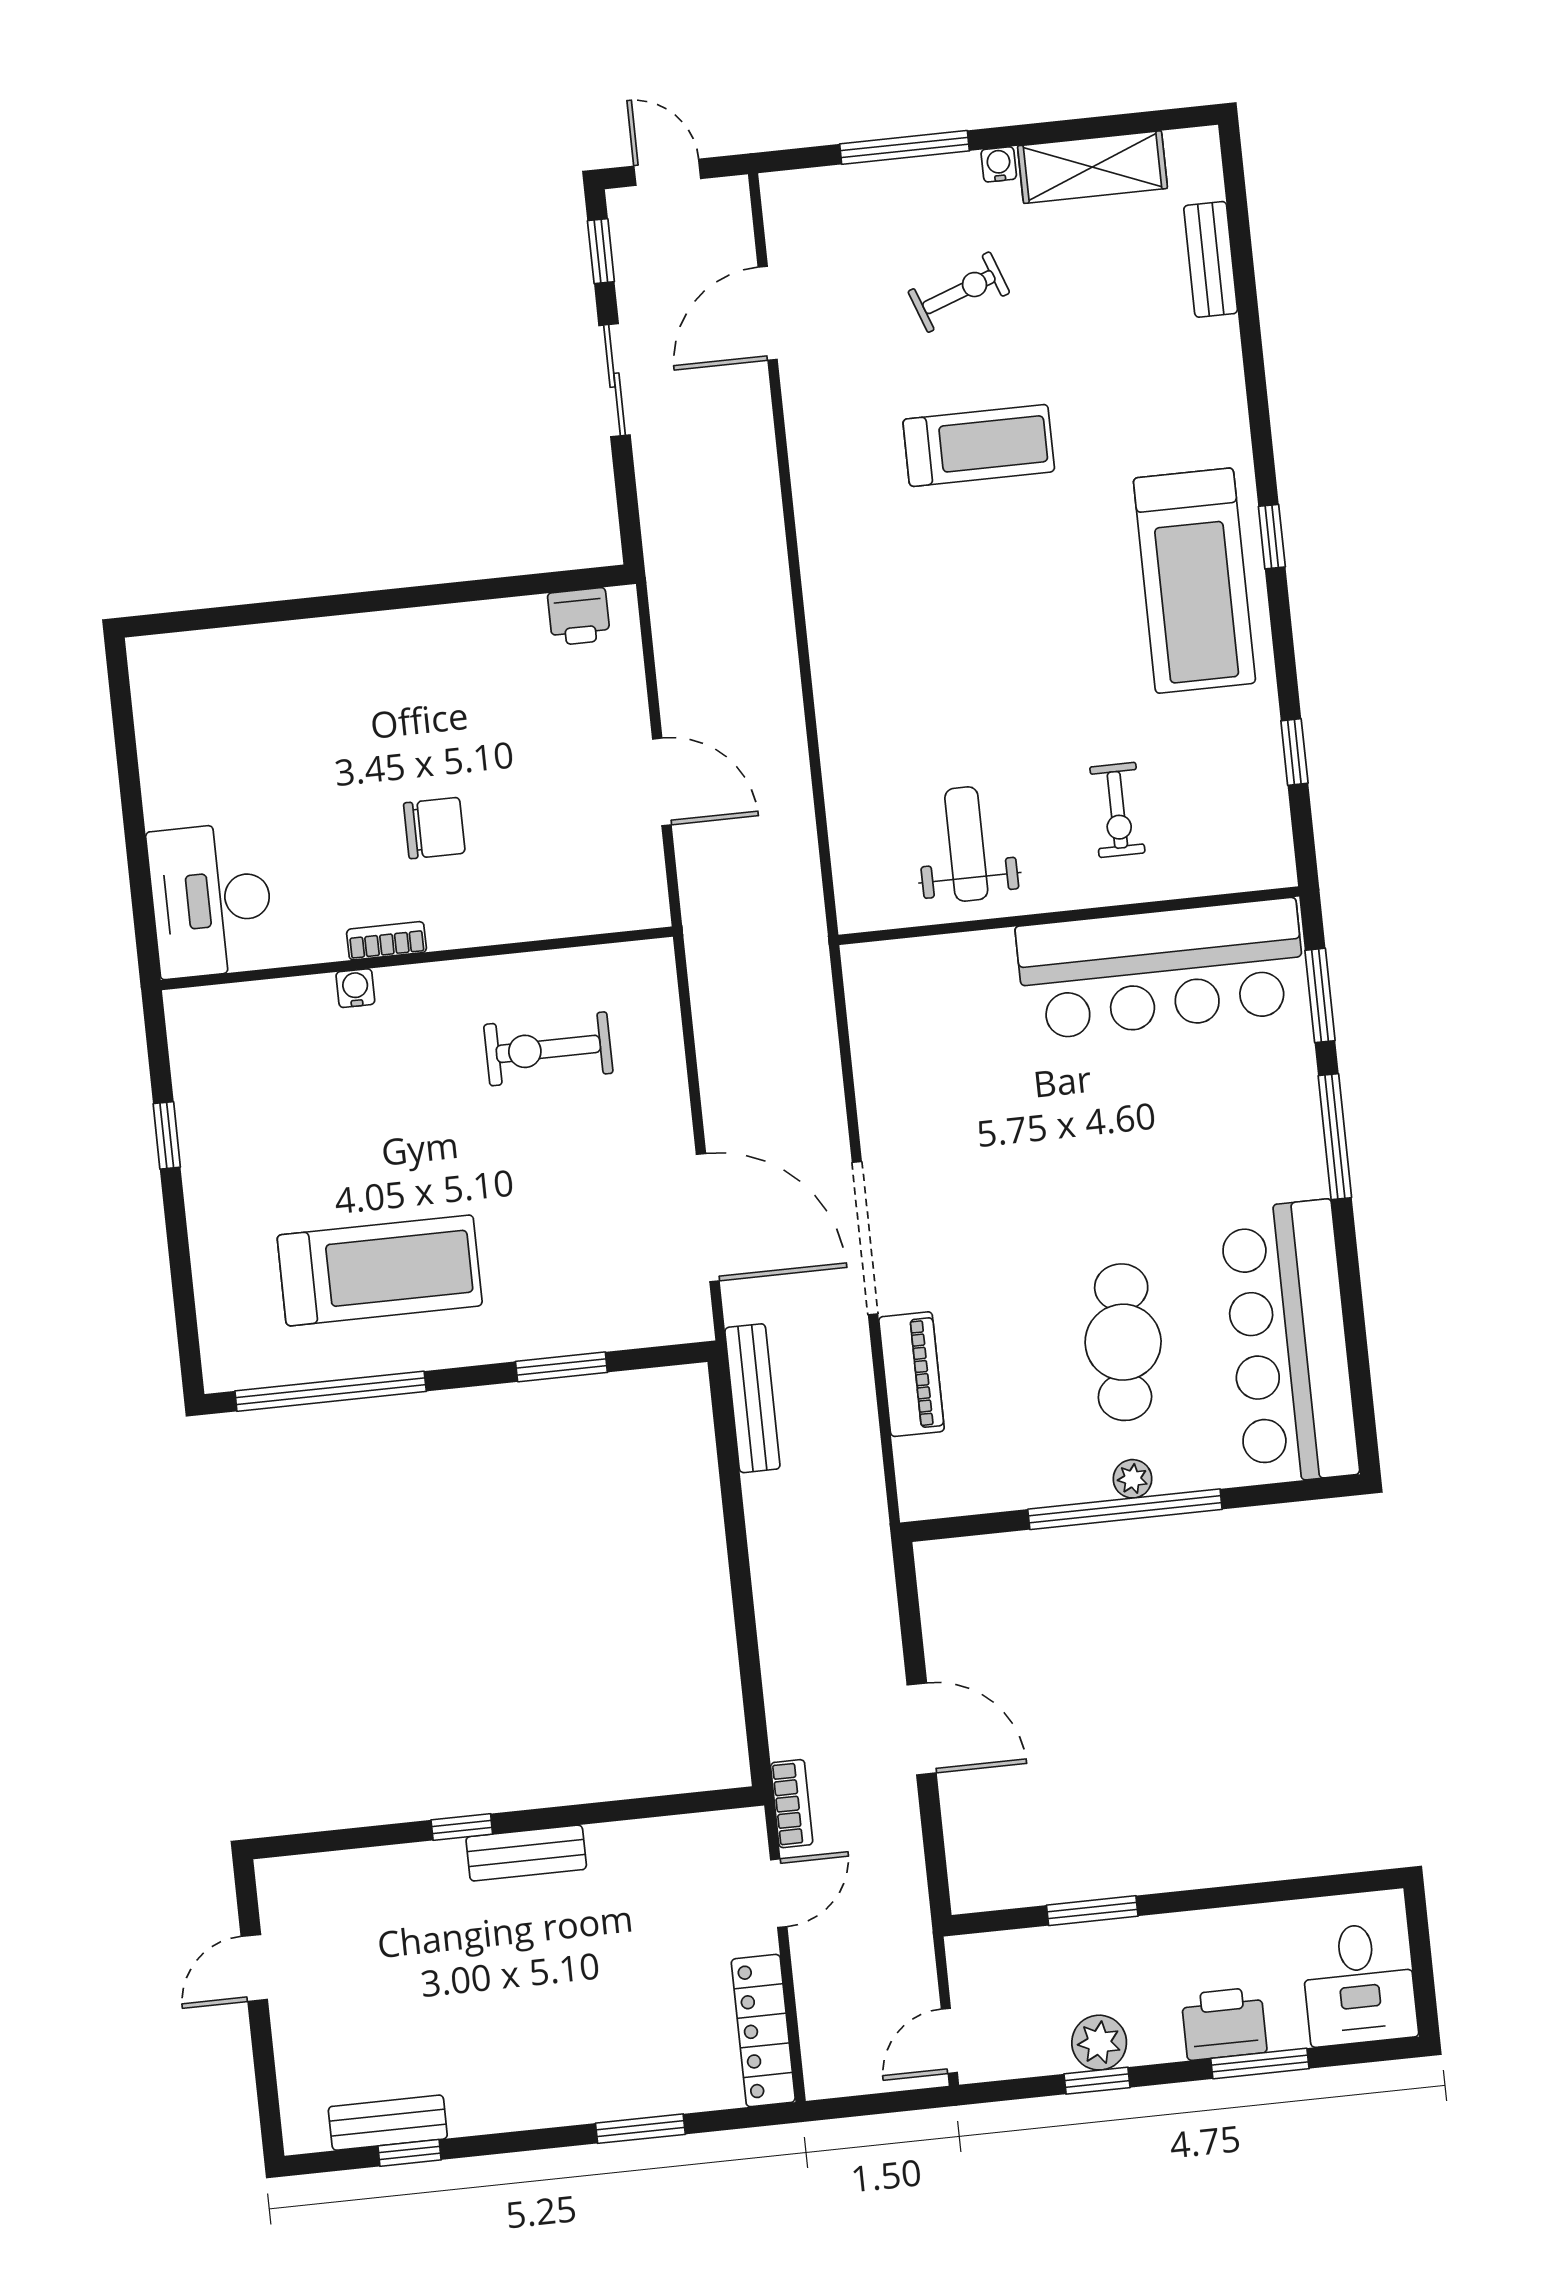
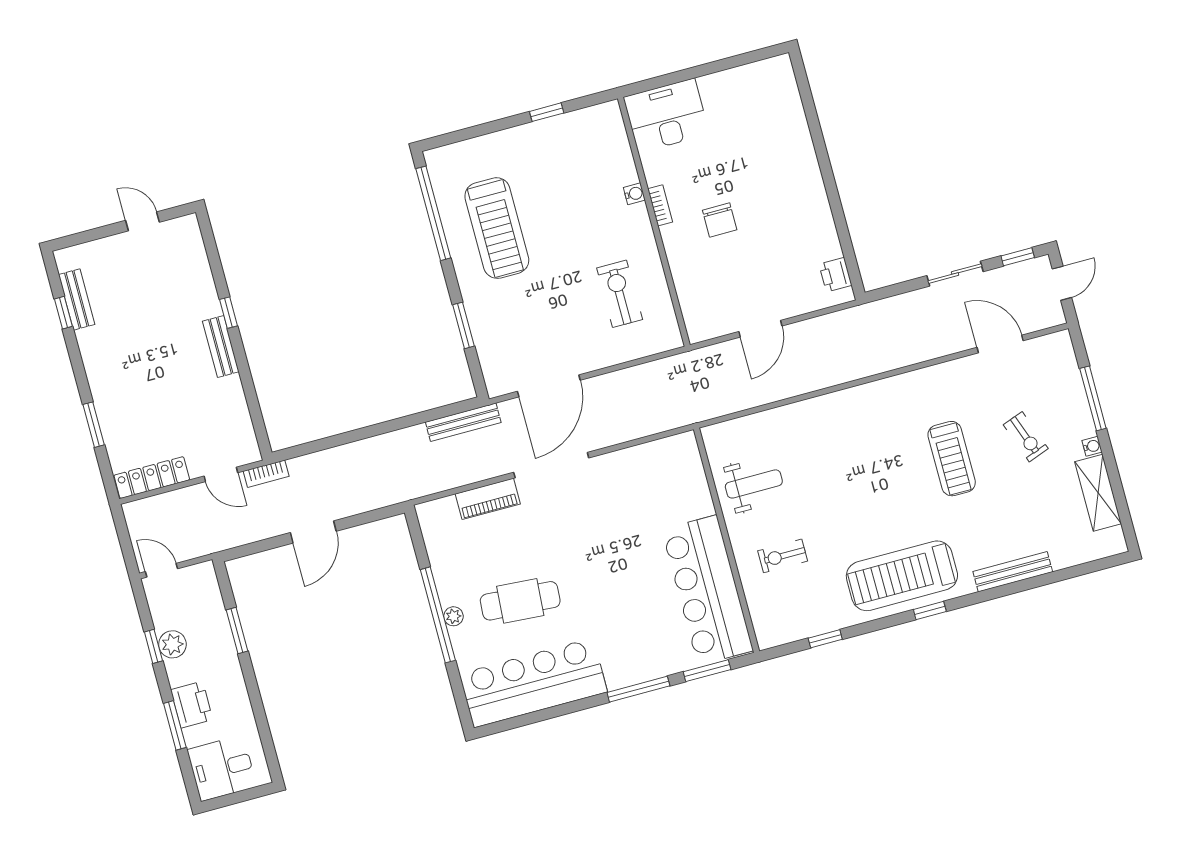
bench: (1211, 259) -> (1013, 572), moved, width x1.36

